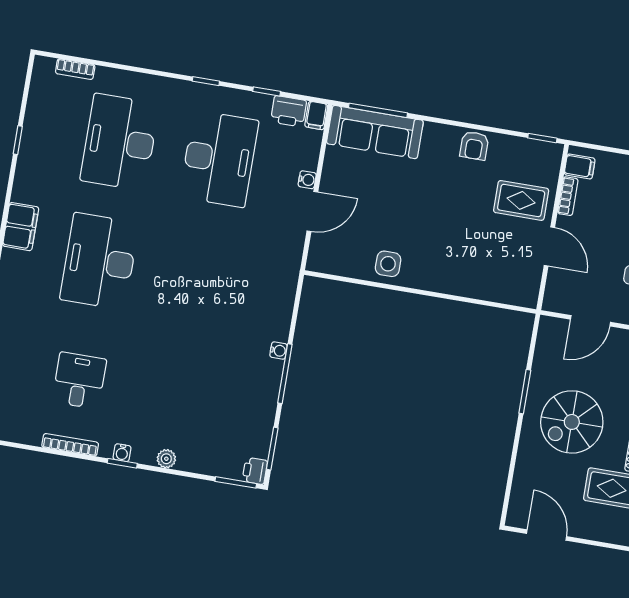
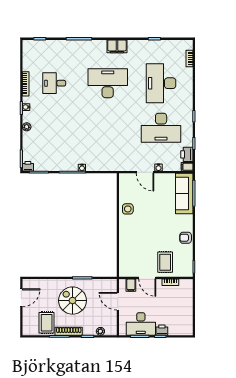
desk: (120, 142) -> (161, 83), turned -90
filing cabinet: (580, 166) -> (131, 285), moved
door: (549, 246) -> (147, 278), hinge flipped
desk: (79, 381) -> (54, 83), turned 180

